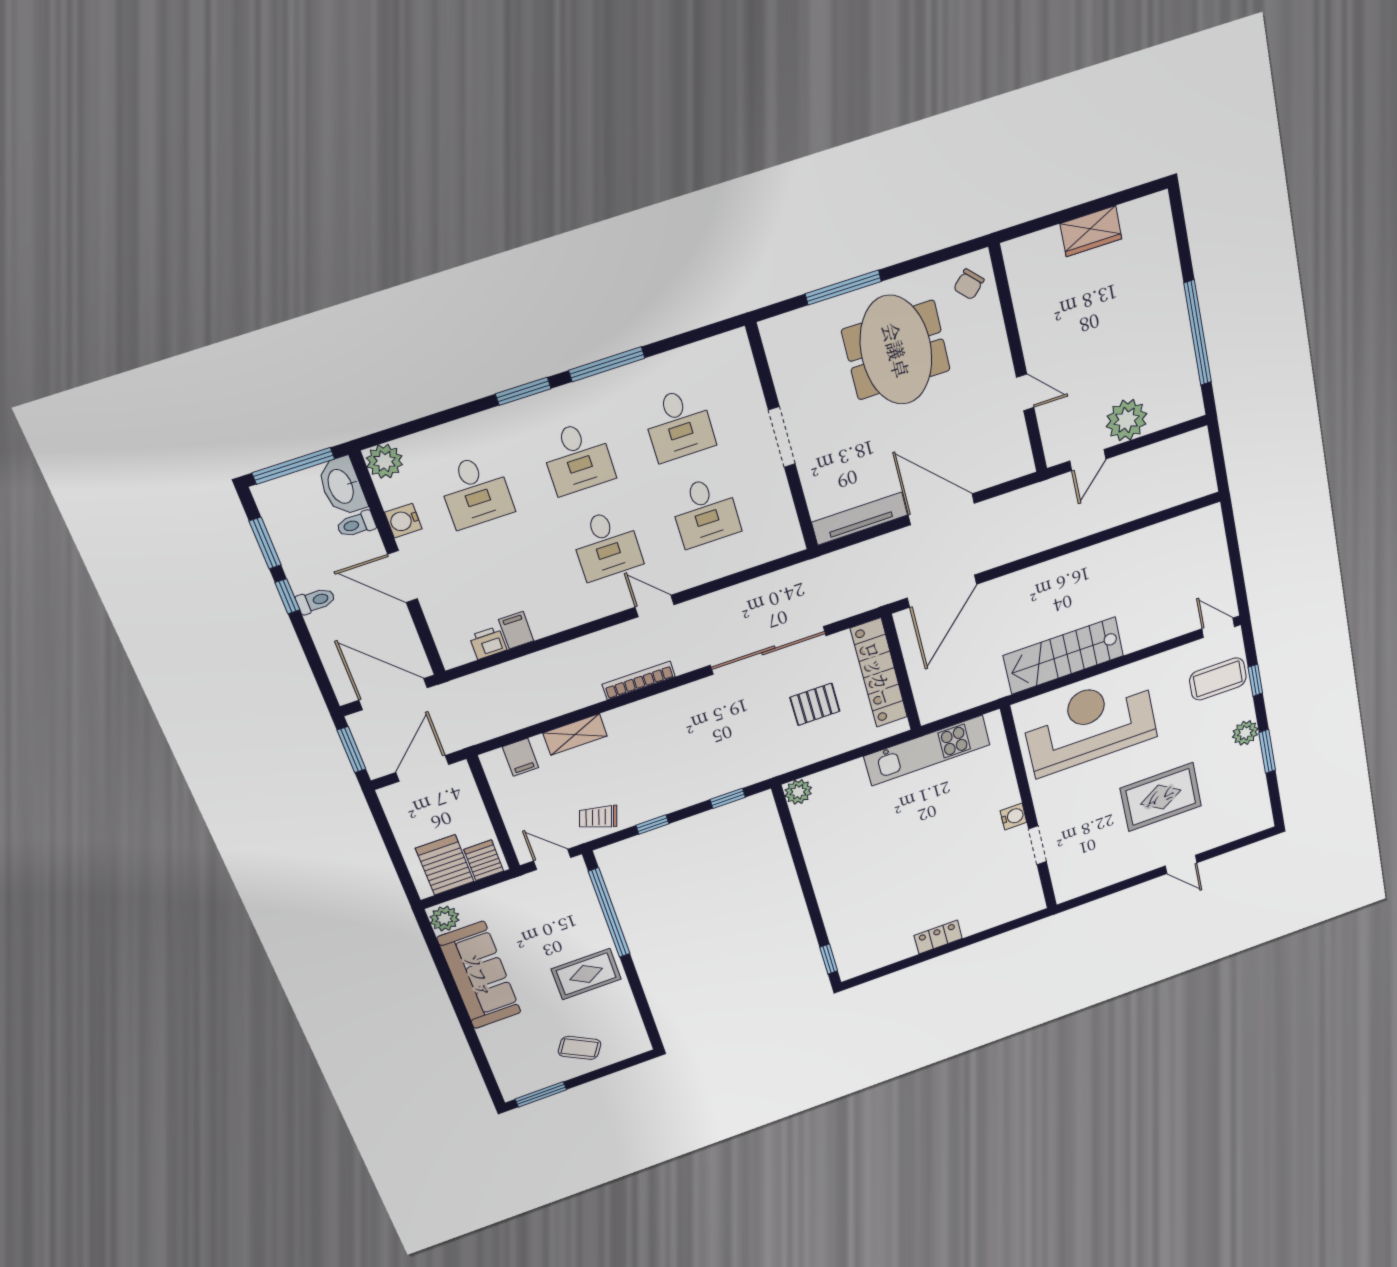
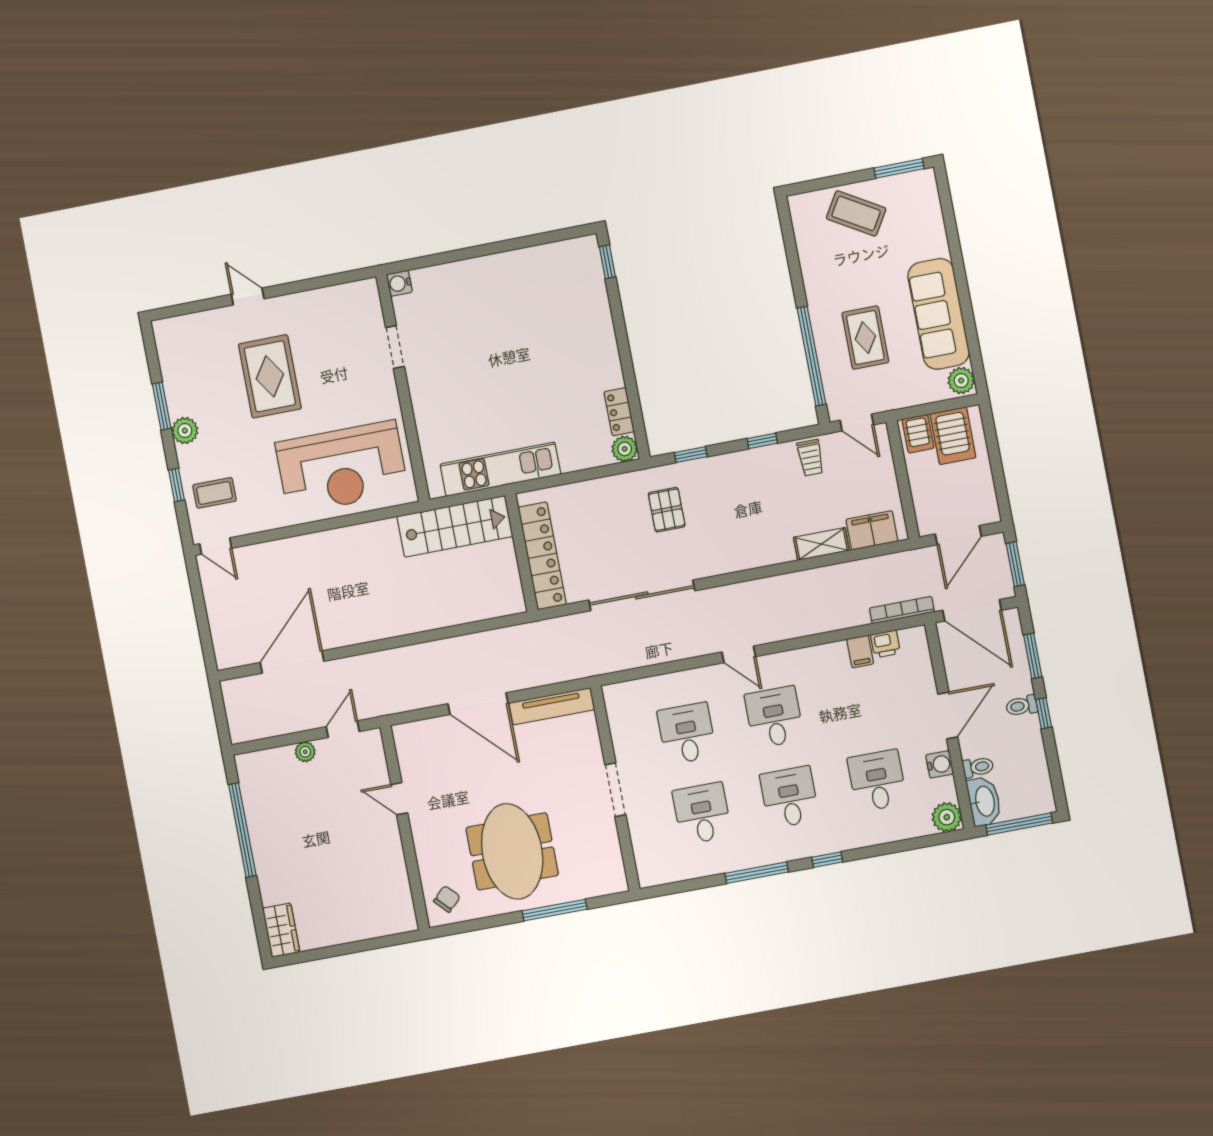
wardrobe: (1091, 231) -> (281, 930), moved, turned 90
window: (523, 391) -> (827, 860), width x0.67
plant: (1127, 420) -> (305, 752), width x0.53, depth x0.53
window: (265, 543) -> (1033, 656), moved
door: (402, 577) -> (948, 716), hinge flipped
door: (942, 591) -> (292, 662), moved
stairs: (1063, 656) -> (455, 526), moved
coffee table: (1218, 679) -> (215, 493), width x0.73, depth x0.77
bookcase: (639, 680) -> (902, 610), moved, turned 180
pallet: (815, 704) -> (667, 510), moved, turned 90
filing cabinet: (521, 757) -> (872, 530), width x2.00
rug: (1161, 797) -> (270, 376), turned 90
water cooler: (1013, 816) -> (399, 283), moved
trolley: (598, 817) -> (810, 458), turned 73
locker: (938, 937) -> (619, 412), moved, turned 90
rug: (586, 974) -> (865, 338), moved, turned 90
coffee table: (580, 1048) -> (856, 213), width x1.36, depth x1.30

